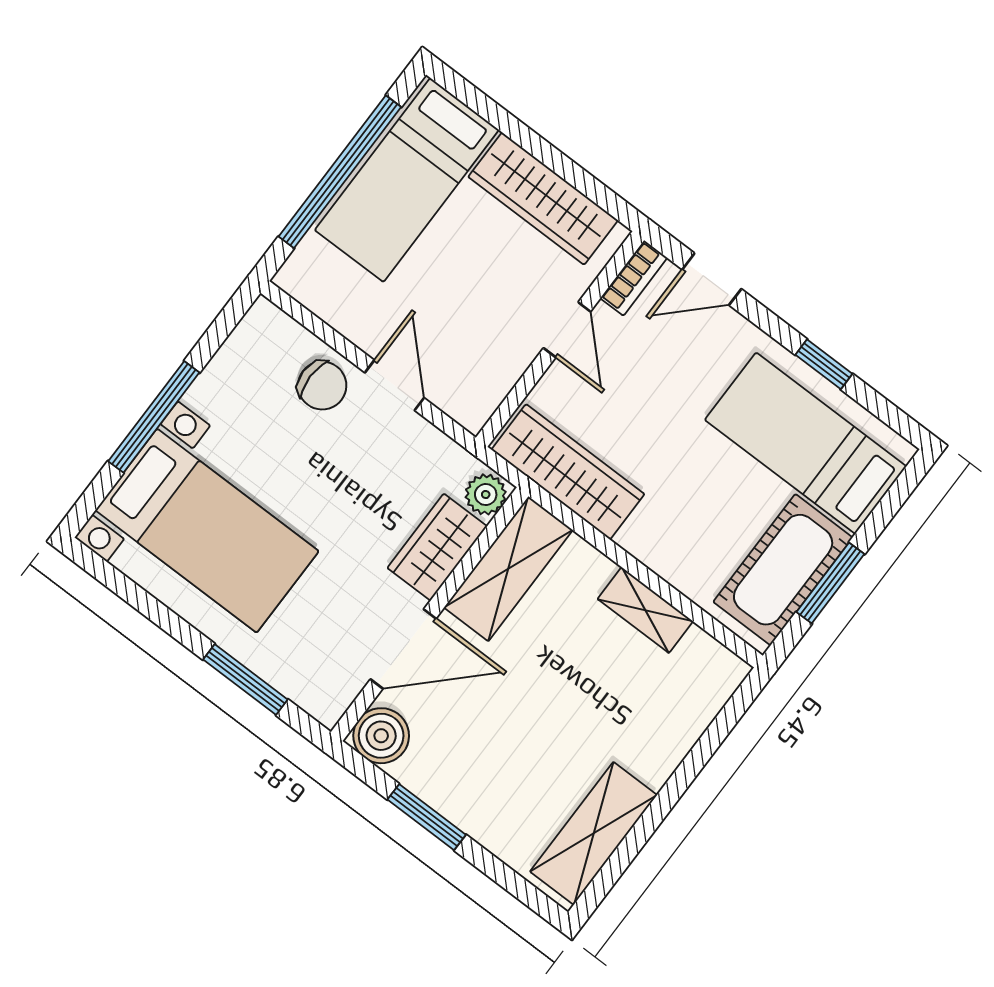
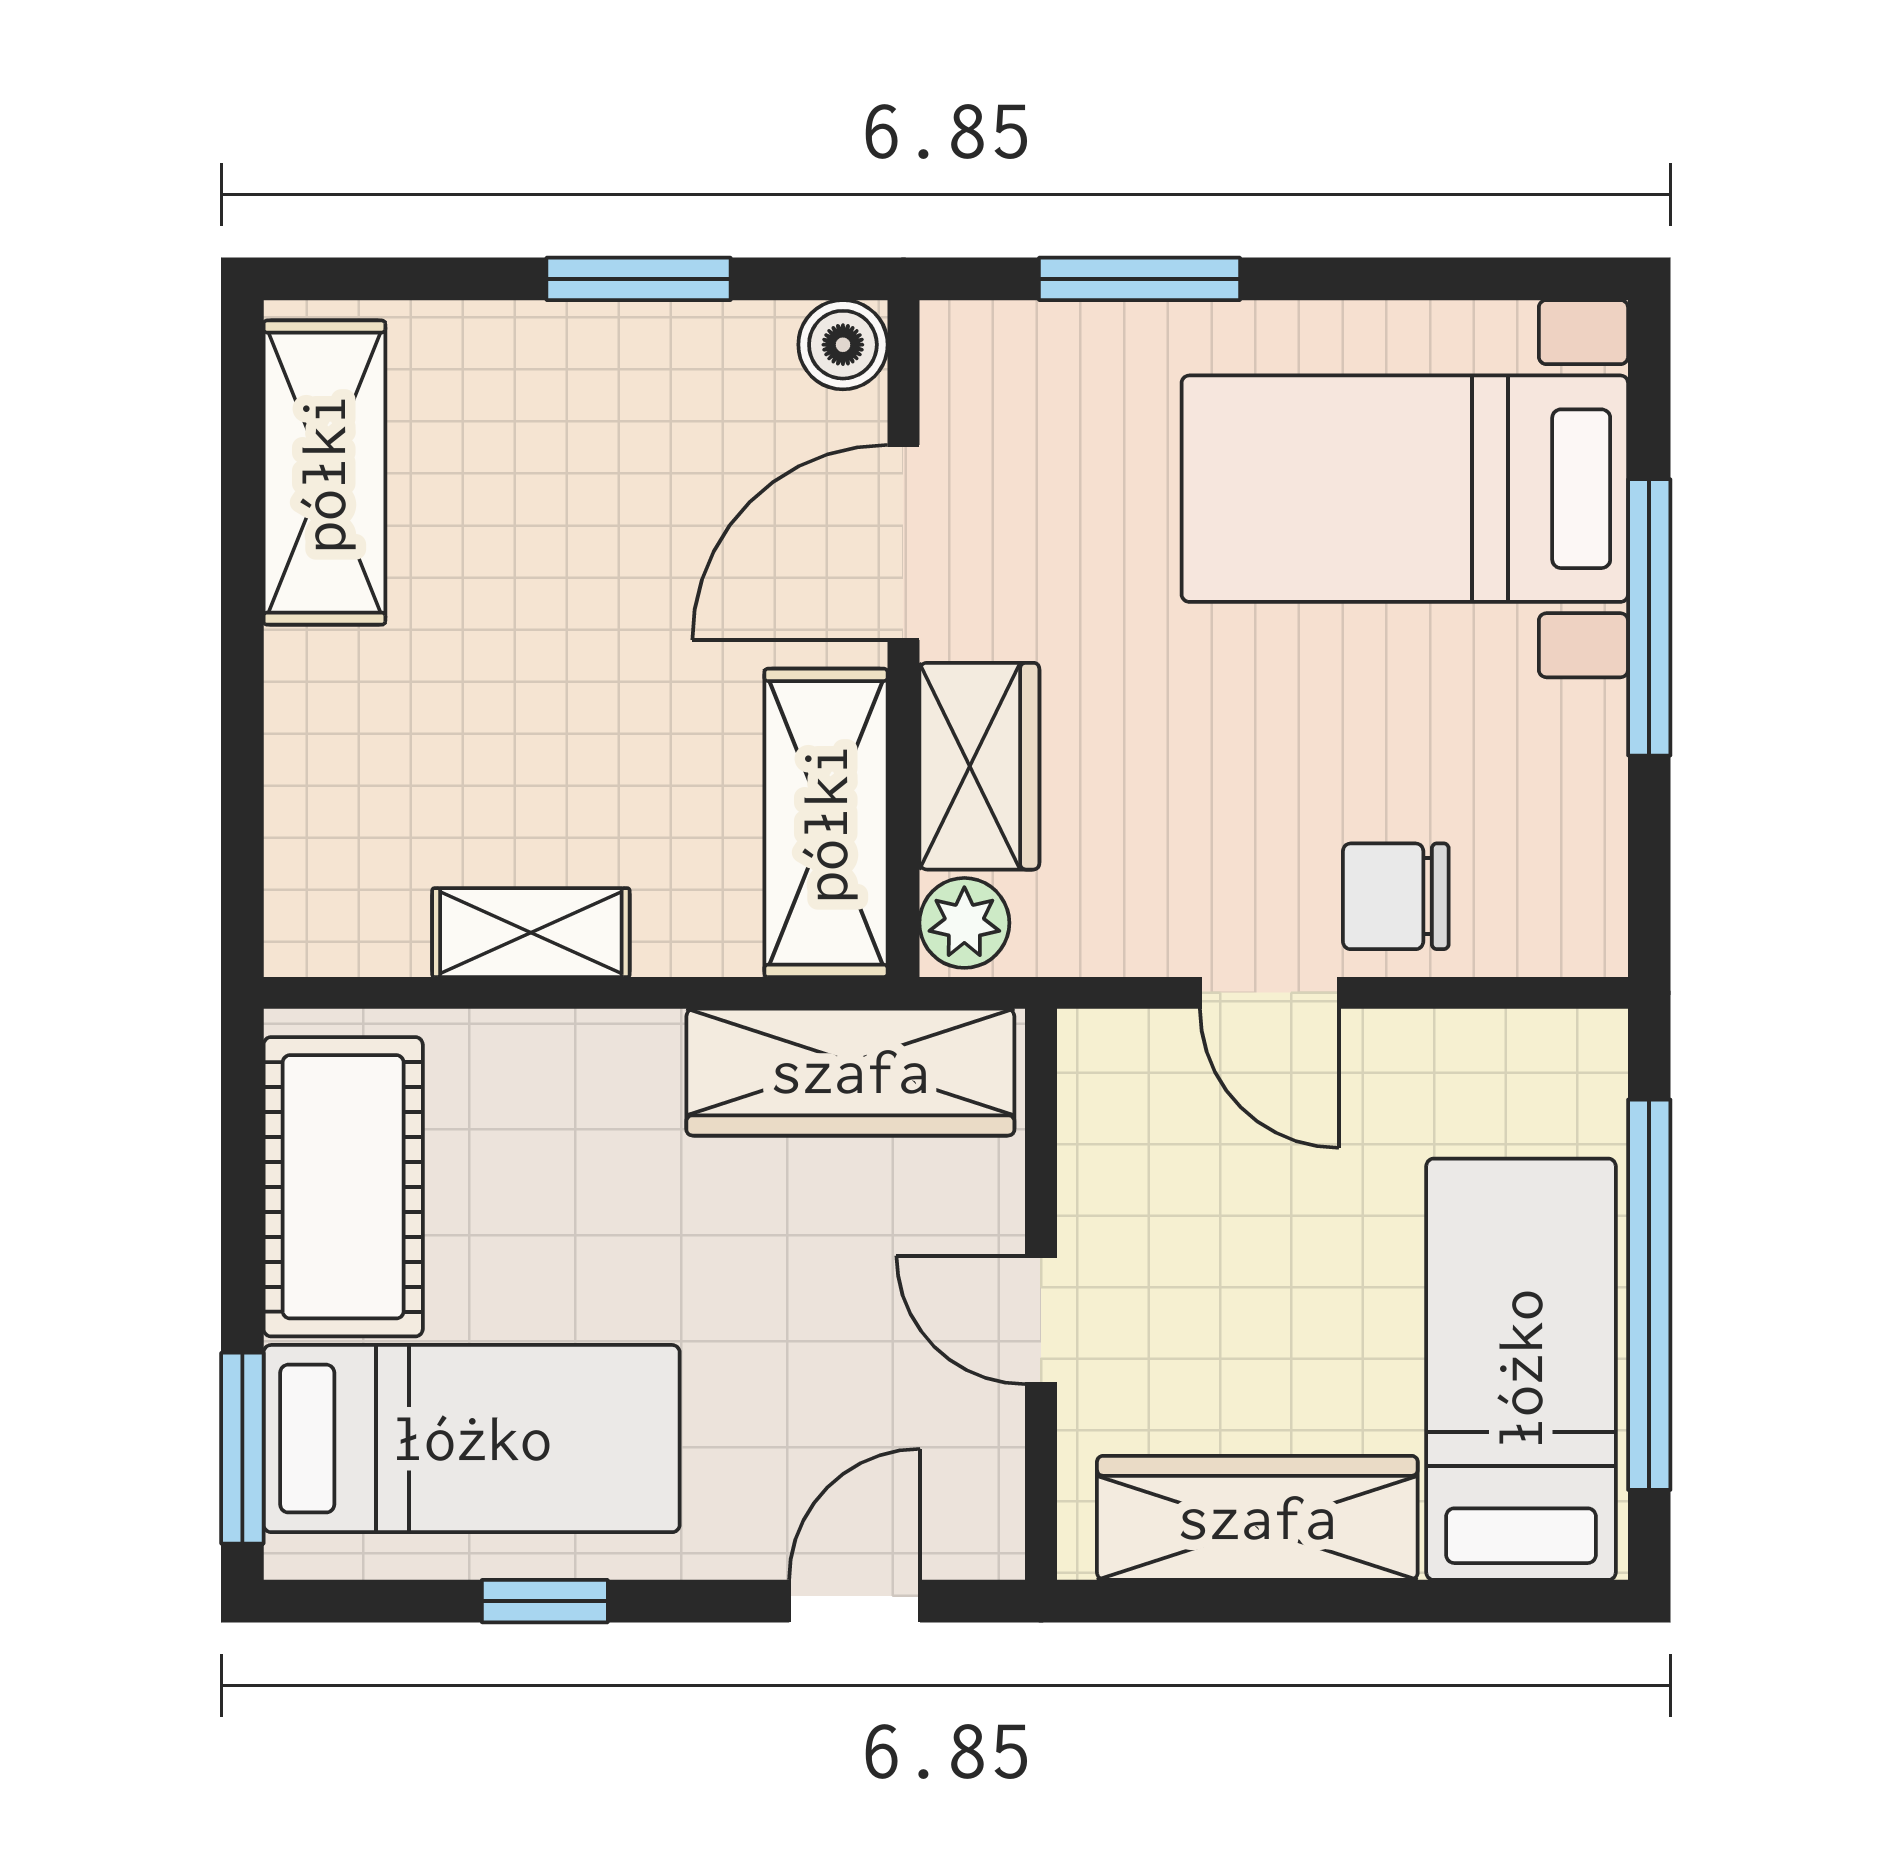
bookcase: (634, 278) -> (993, 1499), removed
window: (830, 583) -> (242, 1448), moved
boiler: (381, 736) -> (843, 345), width x0.73, depth x0.73

